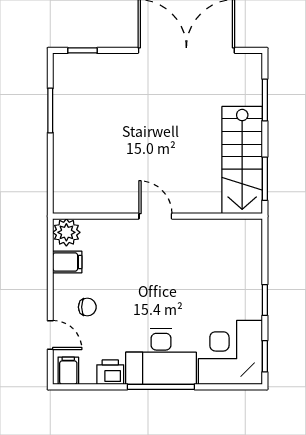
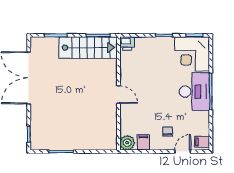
door: (155, 216) -> (118, 95), swing flipped
printer: (110, 372) -> (127, 43), moved, turned -90

